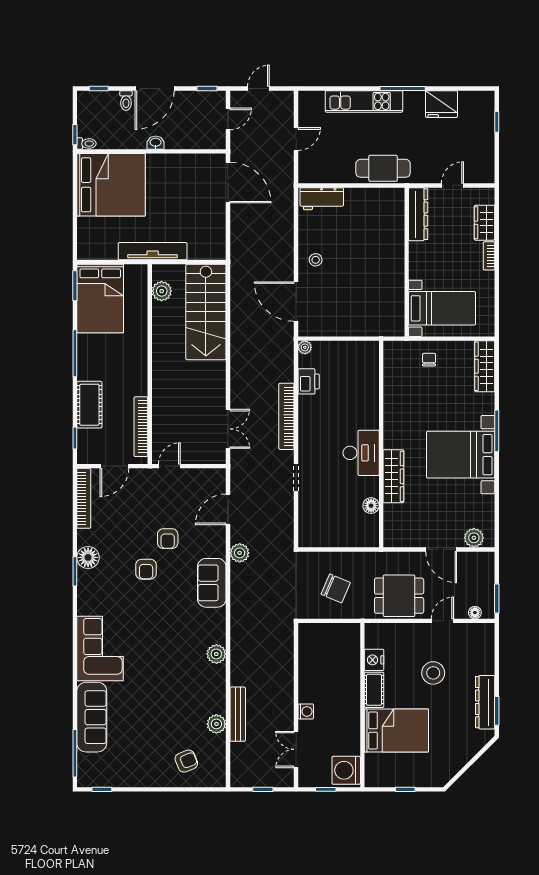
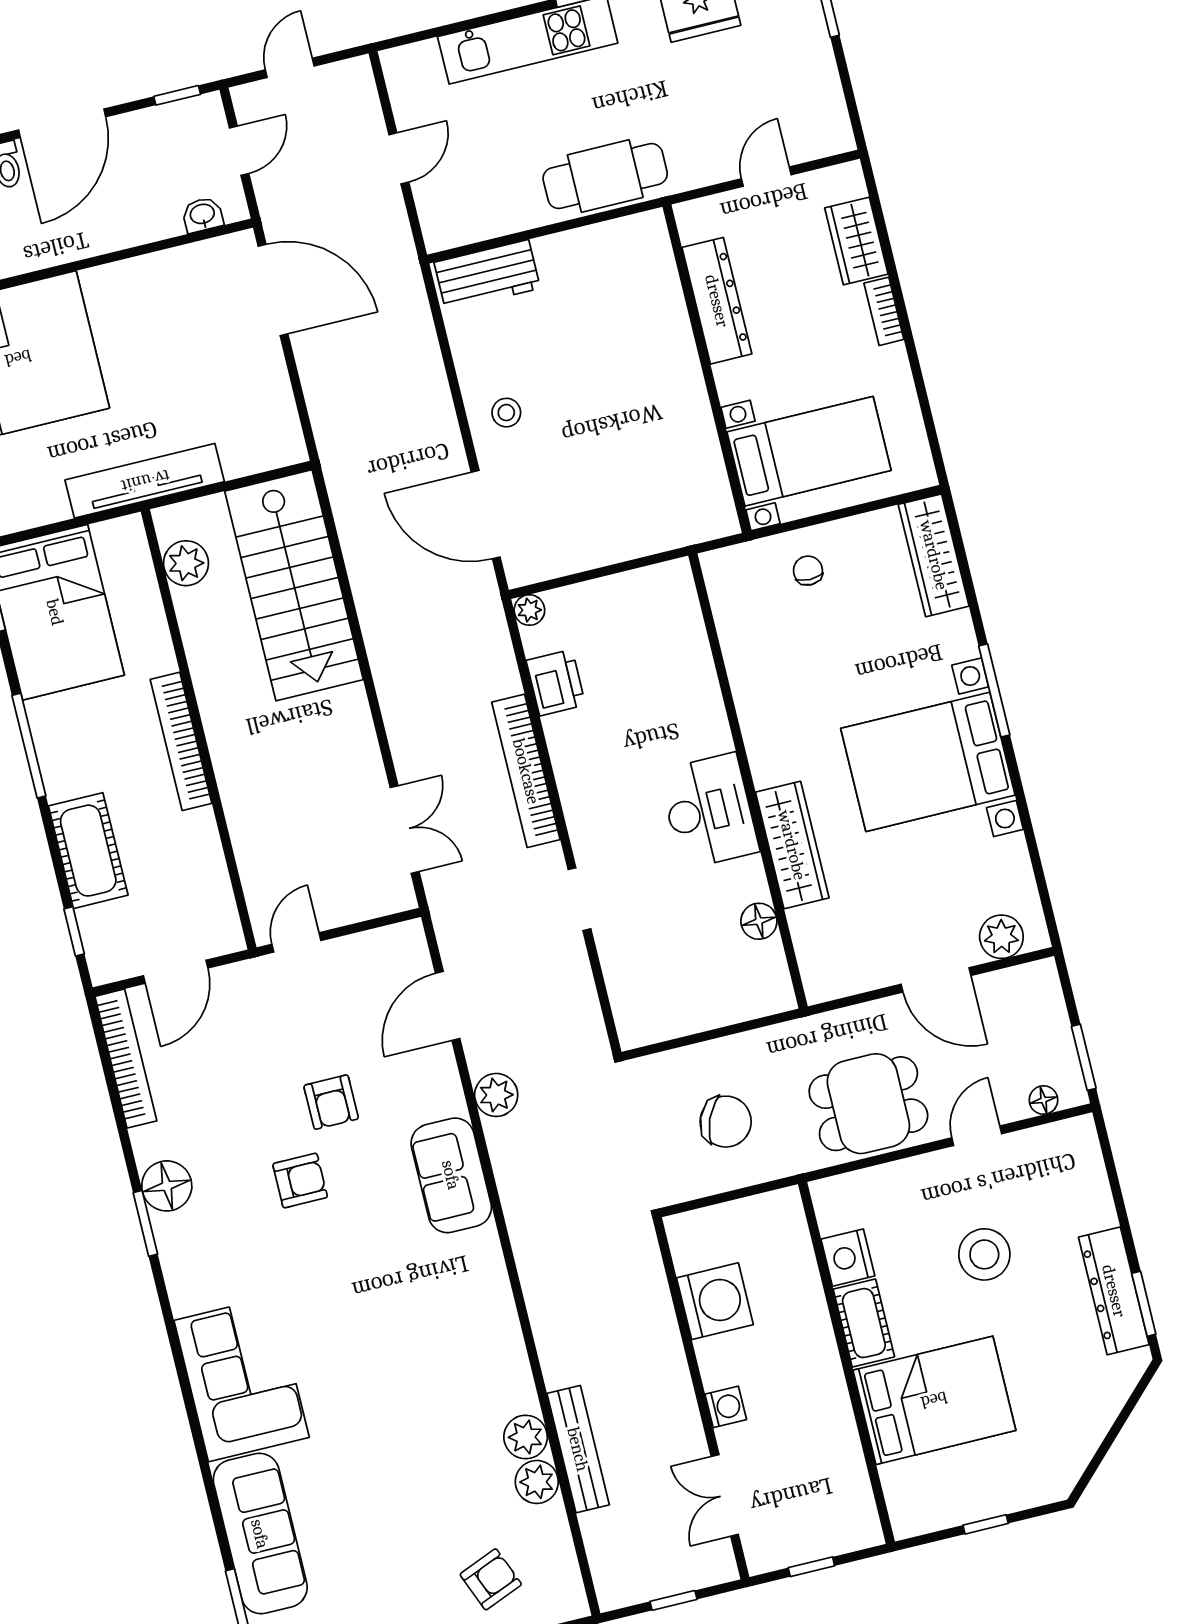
washbasin: (156, 143) -> (202, 215), moved
dresser: (418, 214) -> (717, 301), moved
bookcase: (141, 427) -> (181, 741), moved
armchair: (146, 569) -> (300, 1181), turned -90
plant: (216, 654) -> (526, 1437), moved
washing machine: (346, 770) -> (715, 1301), moved, turned 180

